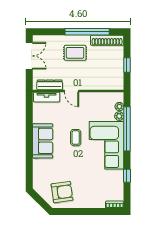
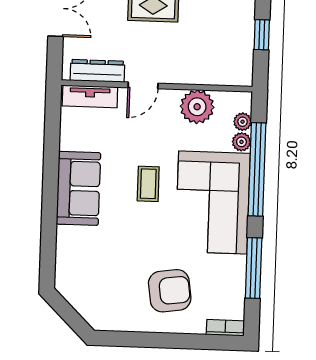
door: (72, 91) -> (143, 85), hinge flipped
plant: (98, 100) -> (197, 107), added
window: (127, 176) -> (254, 268), width x2.17
armchair: (62, 192) -> (170, 291), moved

